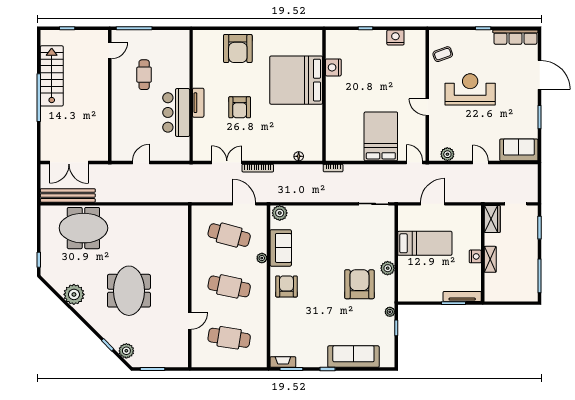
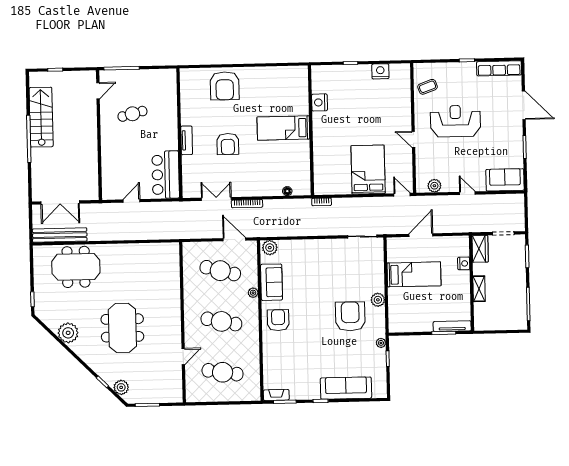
cafe table: (144, 75) -> (132, 114), turned 76
bed: (296, 80) -> (283, 128), width x0.49
bar counter: (176, 112) -> (166, 175), moved
nightstand: (475, 256) -> (464, 263), moved

